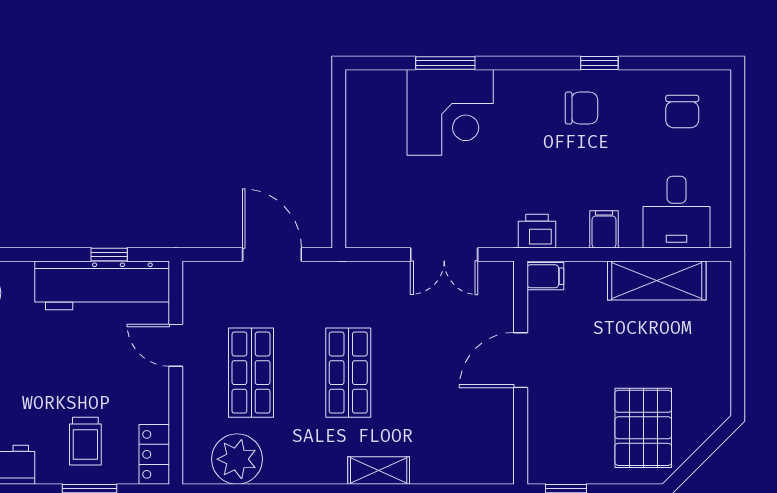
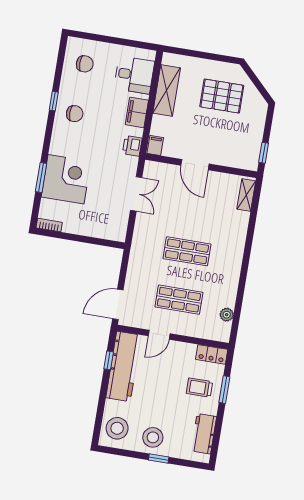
bookcase: (355, 94) -> (49, 225), added
chair: (581, 108) -> (75, 114), turned 90
filing cabinet: (604, 229) -> (137, 112), width x2.00
door: (272, 254) -> (118, 304), moved
pallet: (643, 428) -> (222, 96), moved
trolley: (85, 441) -> (199, 388), turned 180
plant: (237, 459) -> (227, 315), width x0.53, depth x0.53
shelving: (379, 470) -> (246, 195), moved

